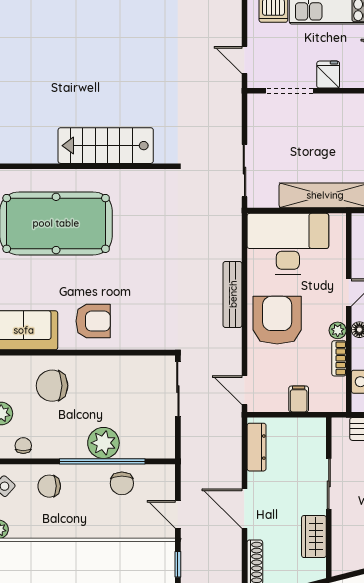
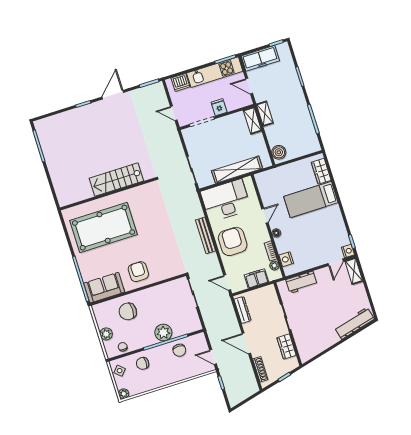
armchair: (93, 321) -> (138, 272), turned -90
plant: (338, 330) -> (274, 266), moved
filing cabinet: (299, 399) -> (256, 278), width x2.00

